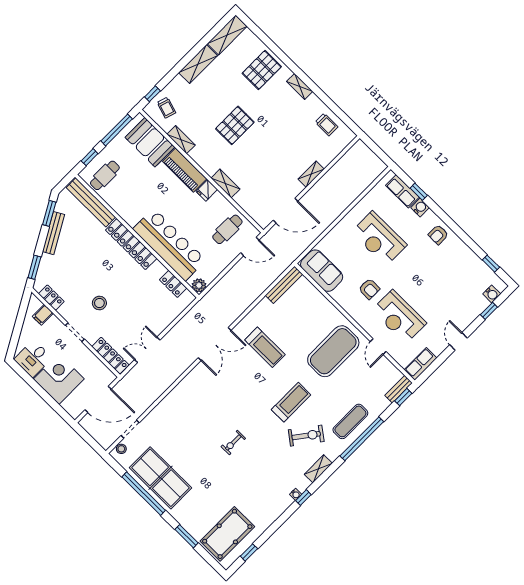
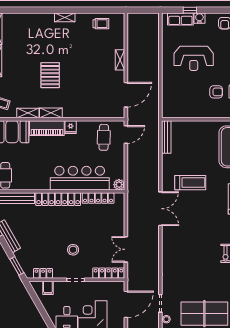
pallet: (262, 70) -> (34, 29), removed
shelving: (225, 184) -> (51, 113), moved
sofa: (322, 271) -> (179, 108), removed
locker: (173, 284) -> (98, 198), width x1.53

